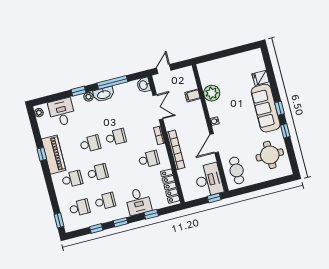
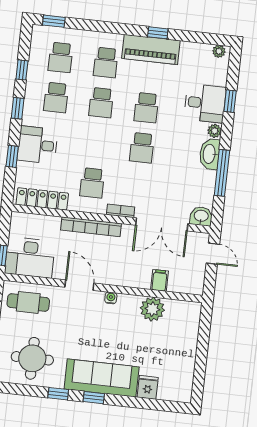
window: (78, 91) -> (230, 101), moved
double door: (158, 107) -> (162, 224), width x1.37
desk: (62, 112) -> (205, 103), moved

